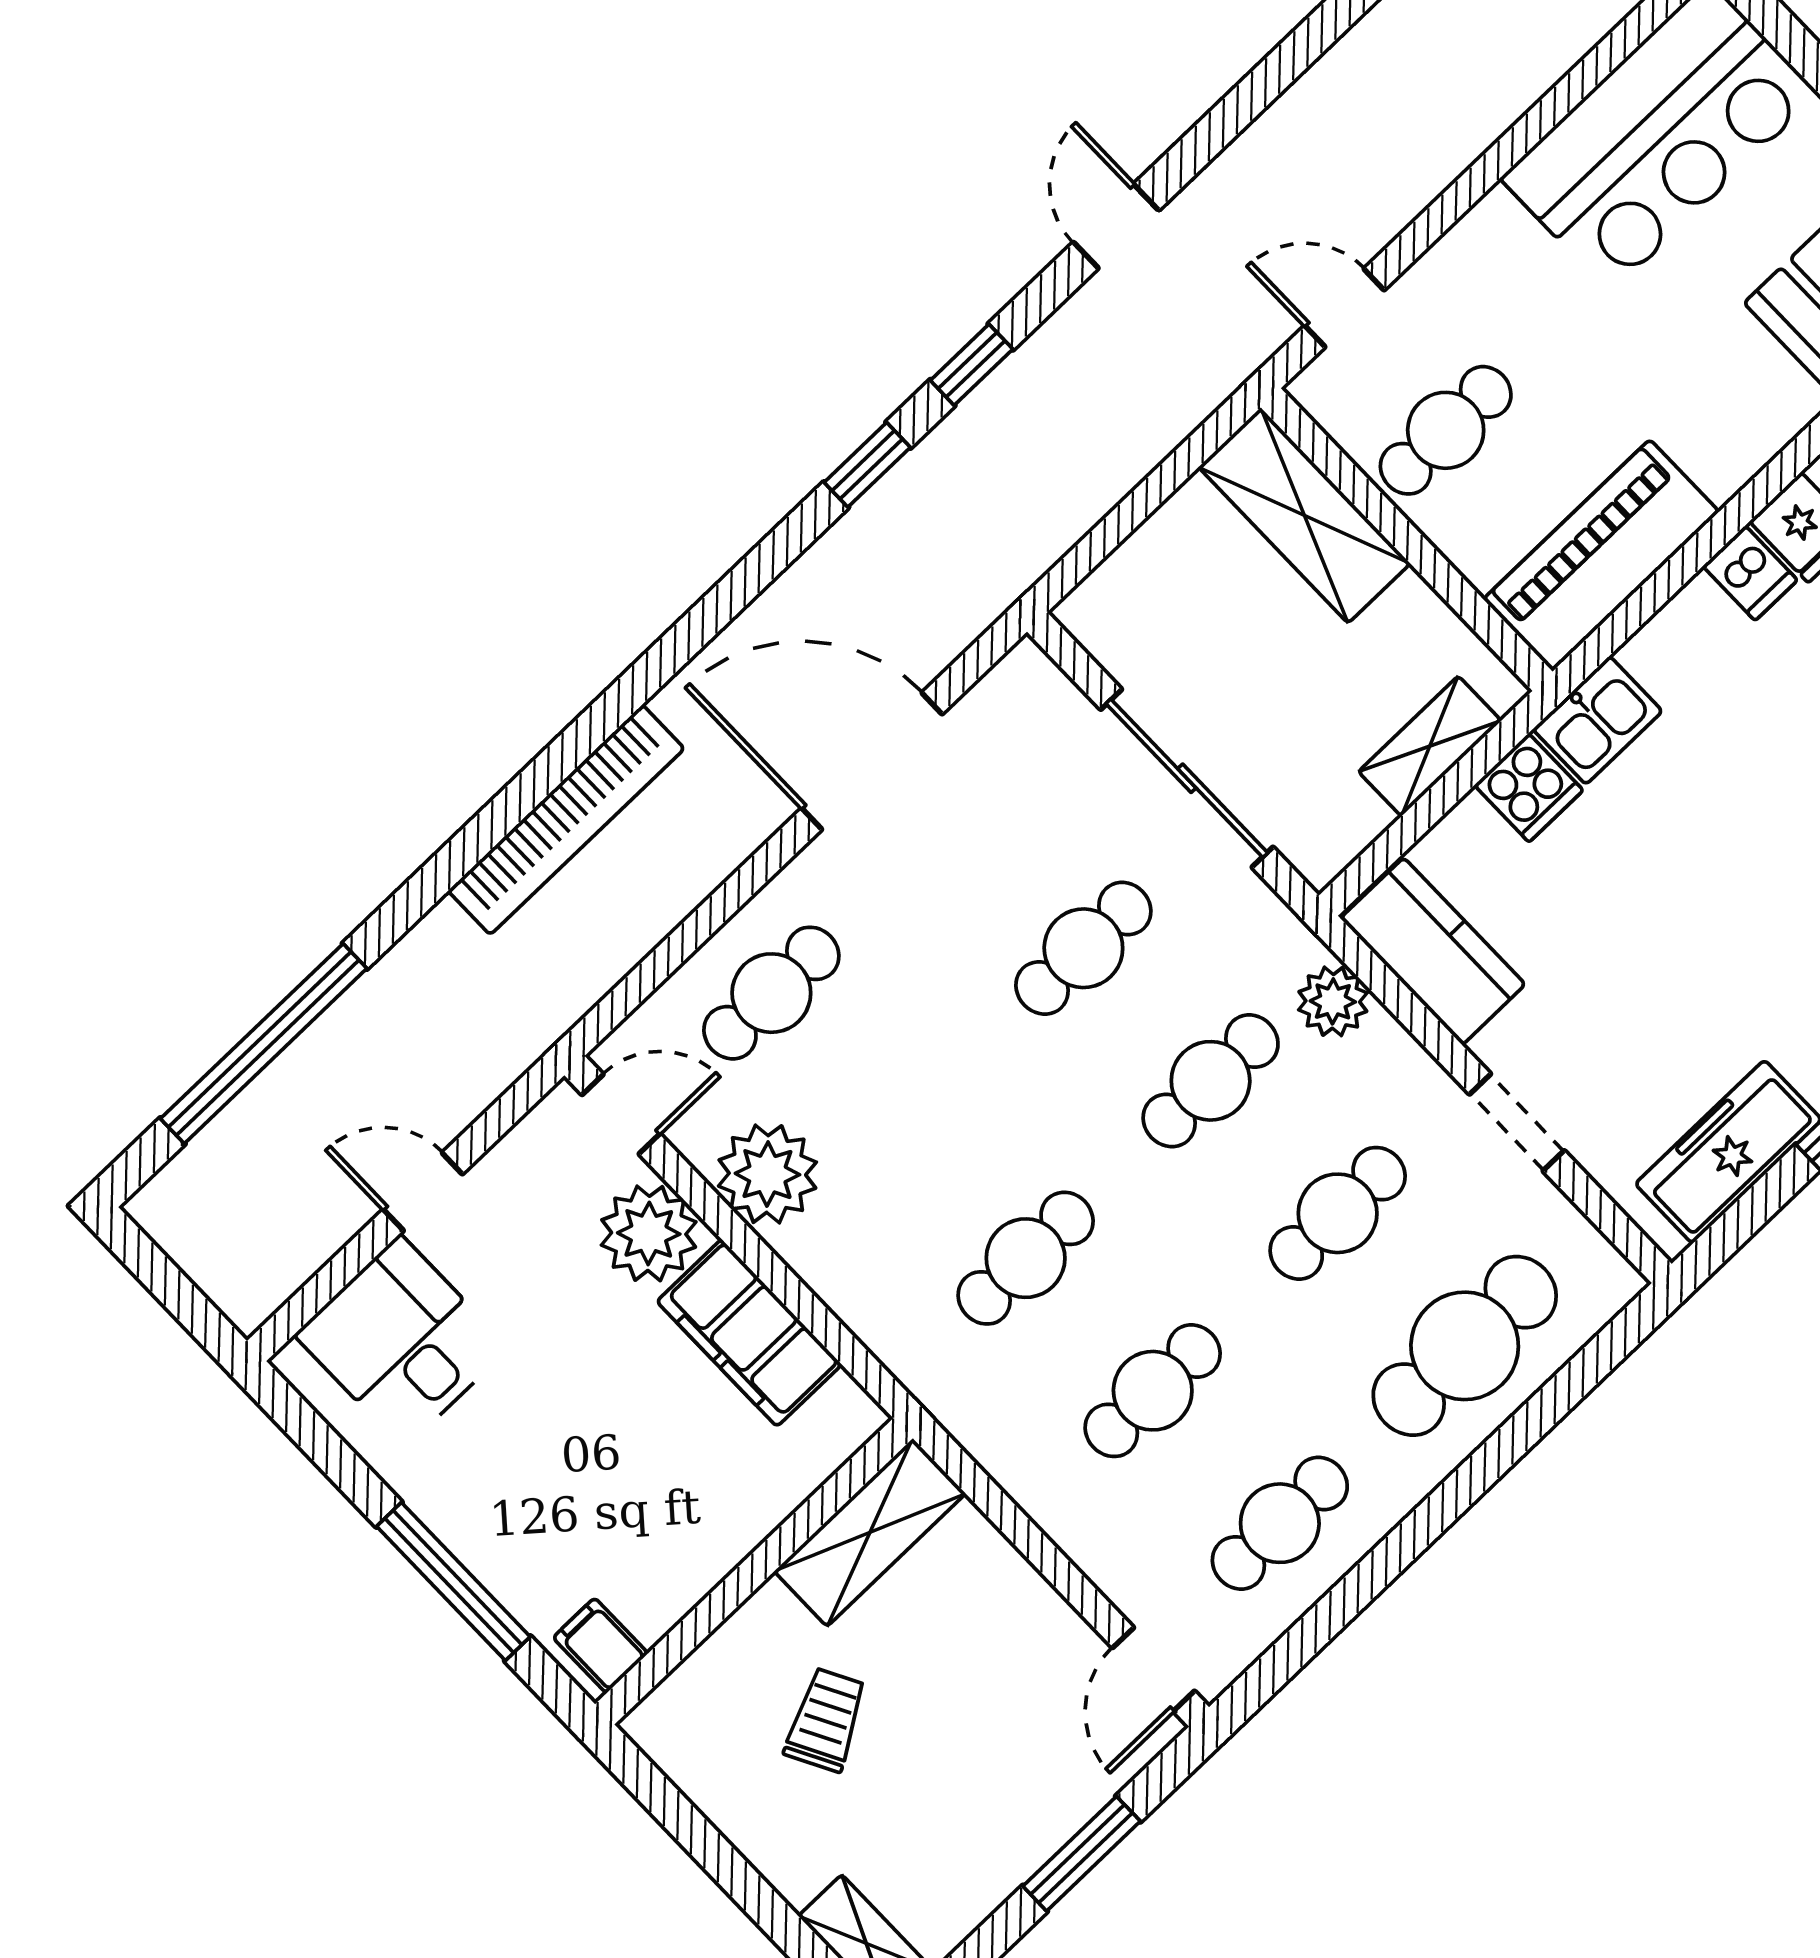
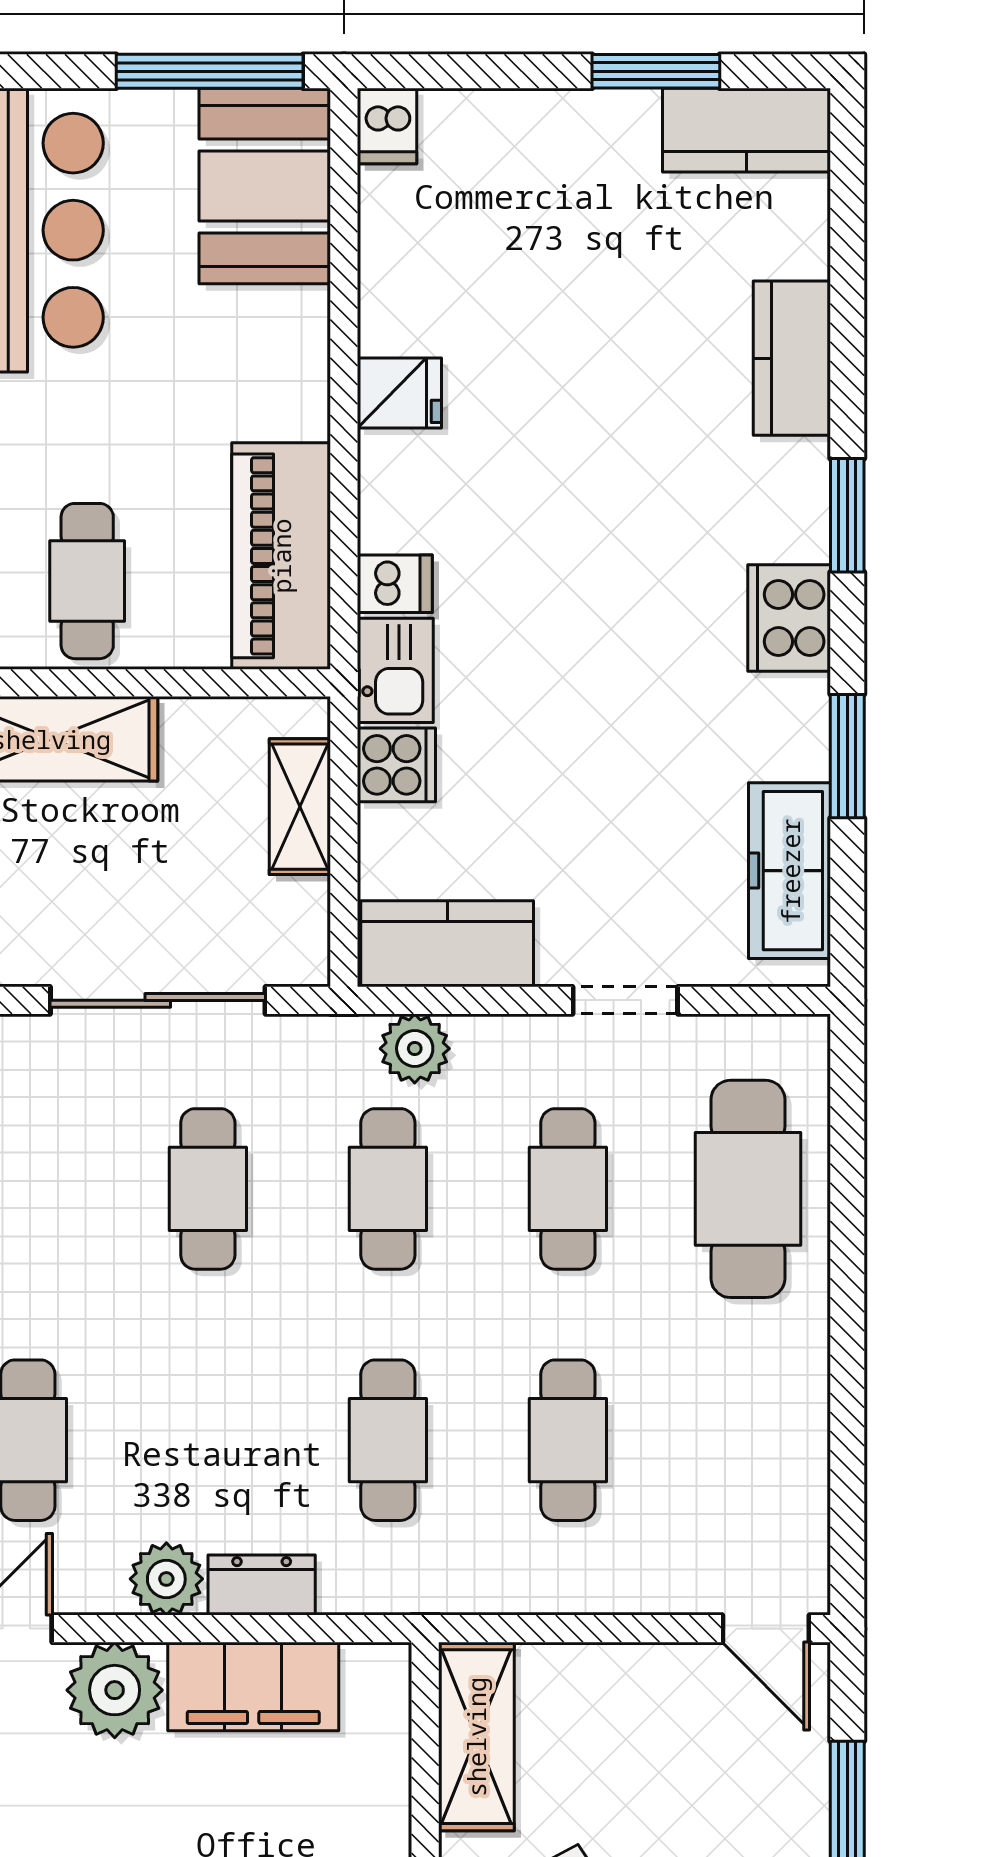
dishwasher: (1750, 573) -> (395, 584), moved
plant: (767, 1174) -> (166, 1579), width x0.73, depth x0.73
dresser: (830, 1267) -> (262, 1585), added
cafe table: (1280, 1523) -> (748, 1440), removed

